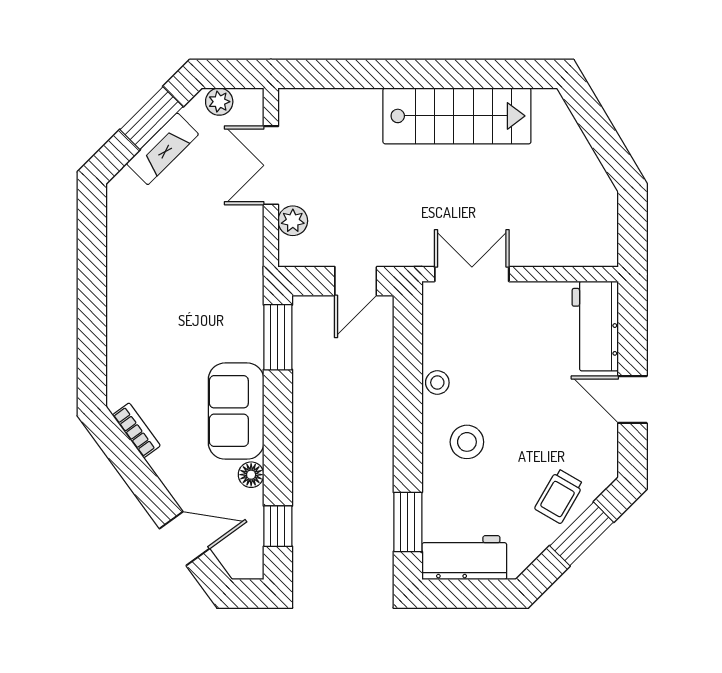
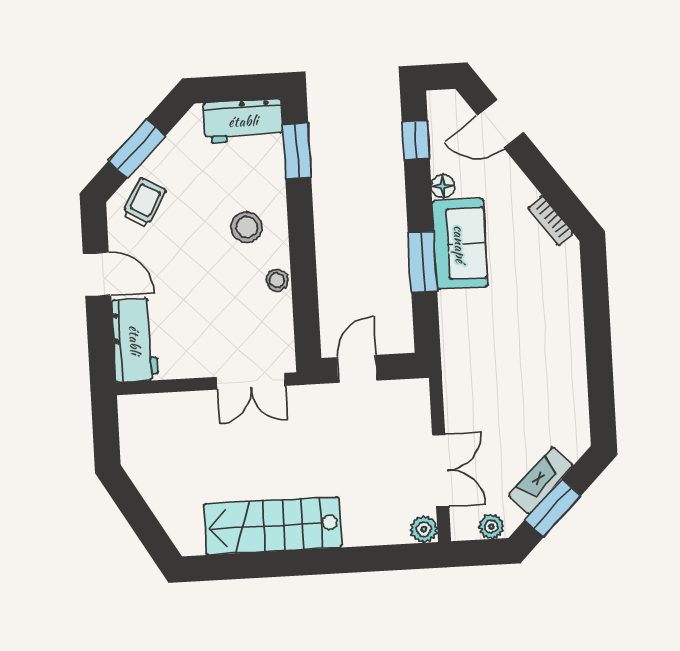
plant: (293, 221) -> (424, 529), moved
window: (278, 337) -> (423, 262), moved
trolley: (559, 496) -> (144, 203), moved

